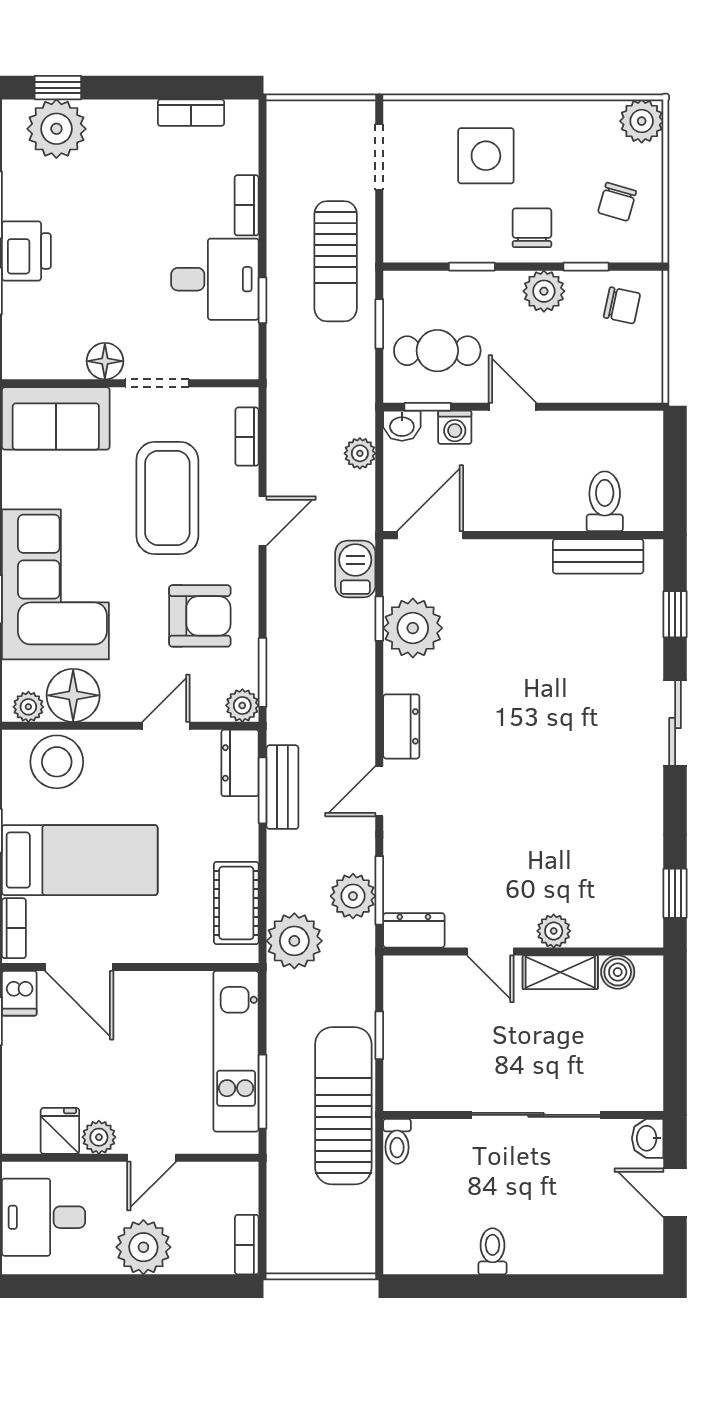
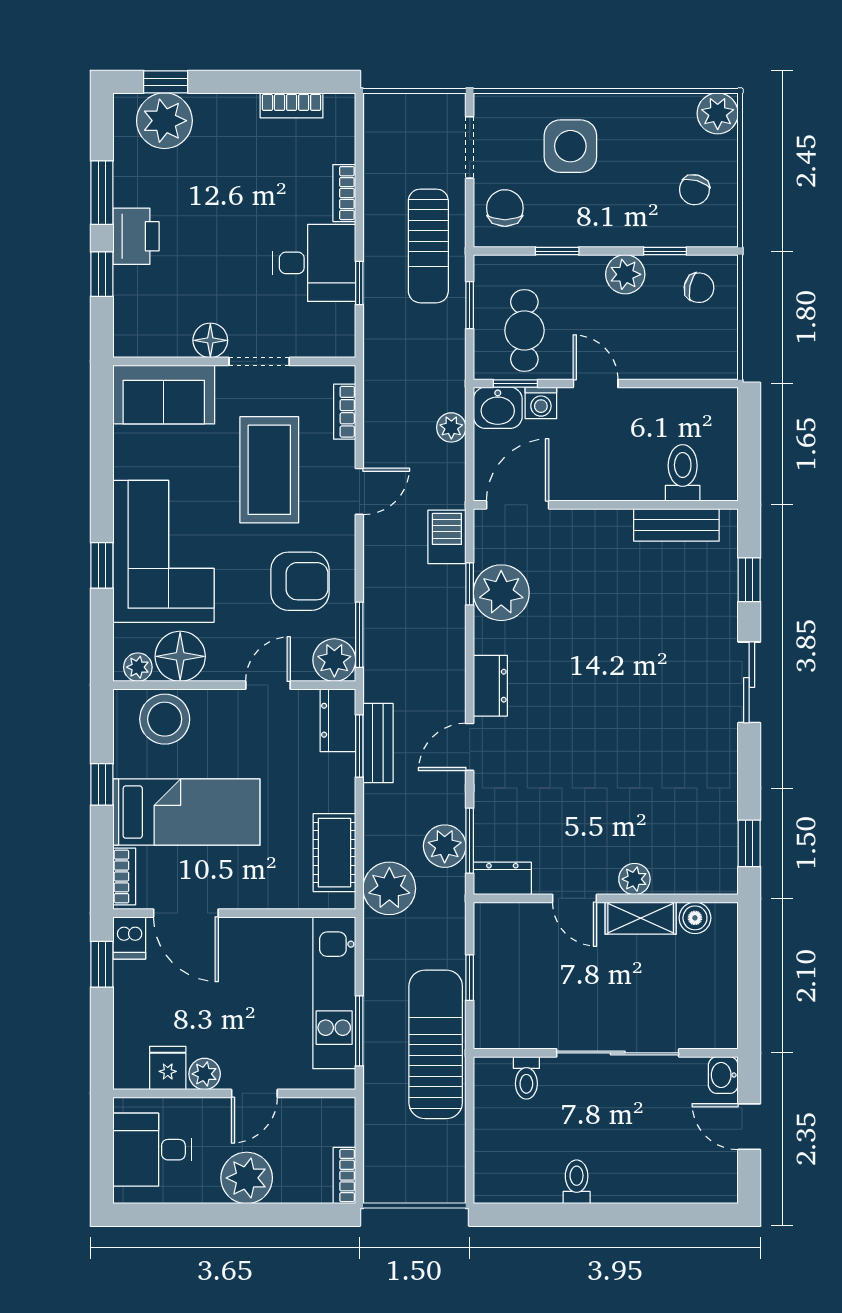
chair: (532, 228) -> (505, 208), moved
cafe table: (437, 351) -> (524, 331), turned 90
washbasin: (402, 426) -> (498, 408), width x1.38, depth x1.45
plant: (242, 705) -> (334, 660), width x1.38, depth x1.38
toilet: (397, 1141) -> (526, 1078), moved

